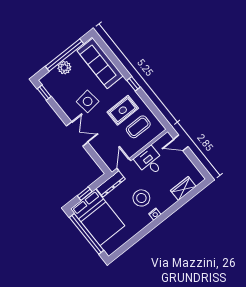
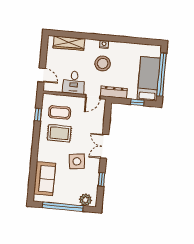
sofa: (100, 63) -> (44, 179), width x0.73
plant: (64, 68) -> (85, 200), moved
window: (134, 84) -> (38, 115), moved
window: (44, 93) -> (101, 179), moved
wardrobe: (183, 188) -> (69, 43), width x1.50
bed: (98, 217) -> (149, 79), width x0.67

